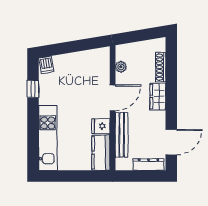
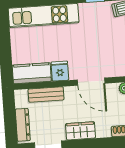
wardrobe: (158, 96) -> (81, 131), moved
bench: (122, 135) -> (46, 94), width x0.73

